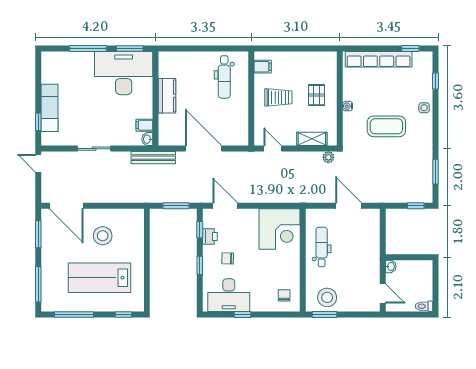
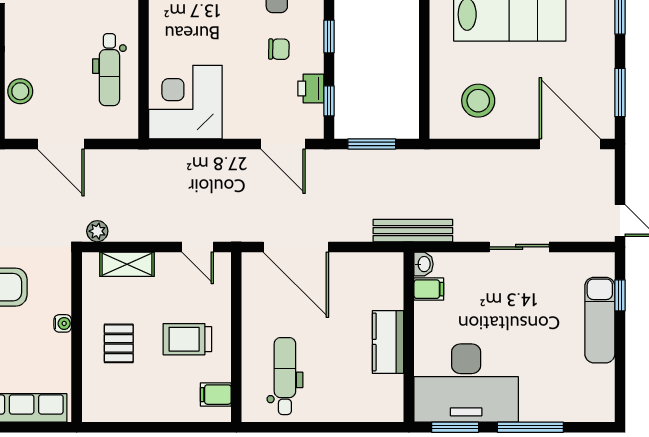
door: (204, 149) -> (296, 247), moved
stool: (371, 235) -> (20, 91), added
stool: (103, 236) -> (478, 101), moved

